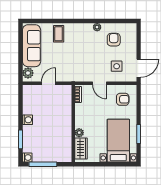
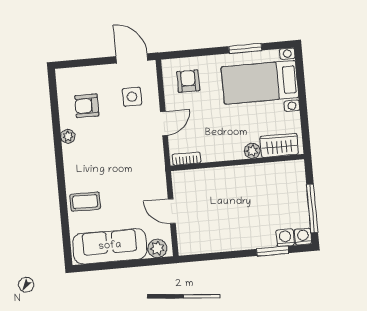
washing machine: (27, 120) -> (285, 238), moved

